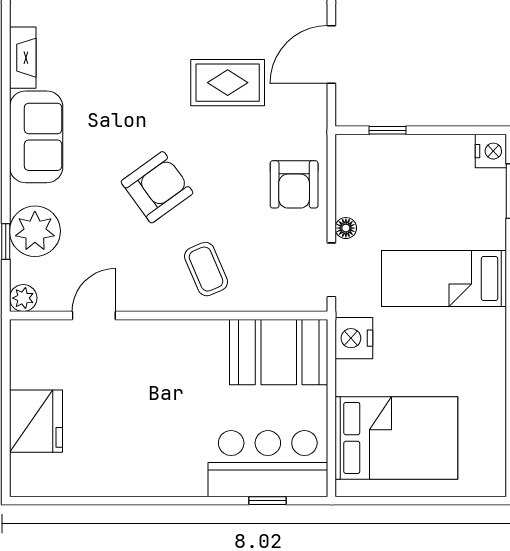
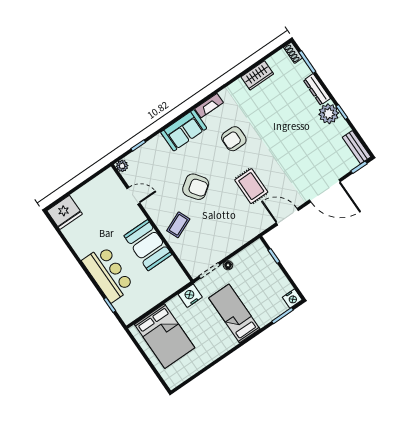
armchair: (294, 184) -> (234, 139), moved
plant: (35, 231) -> (149, 153), removed
booth: (279, 352) -> (148, 245), moved
fridge: (36, 421) -> (65, 212), moved
bar counter: (268, 464) -> (108, 274), moved

